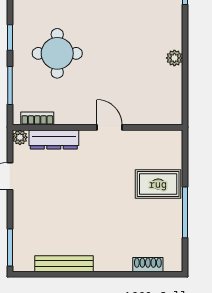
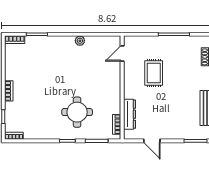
door: (109, 127) -> (122, 53), moved
plant: (20, 137) -> (128, 135), removed
rug: (158, 184) -> (154, 73), moved

